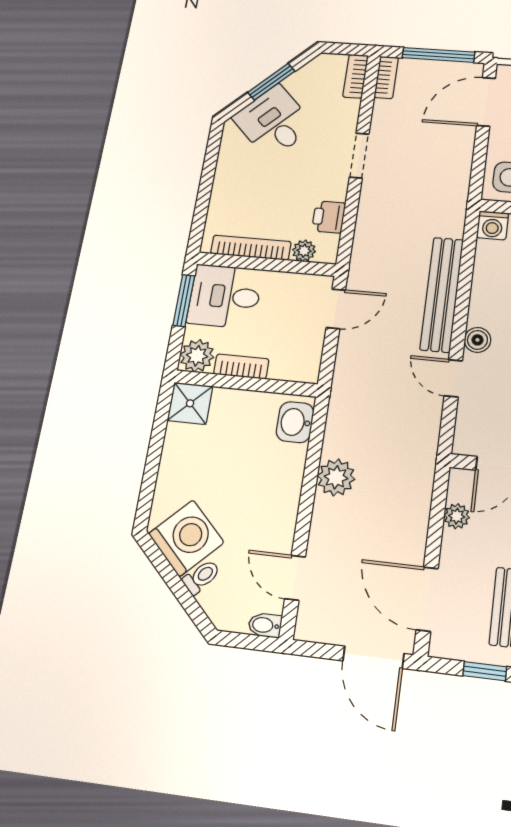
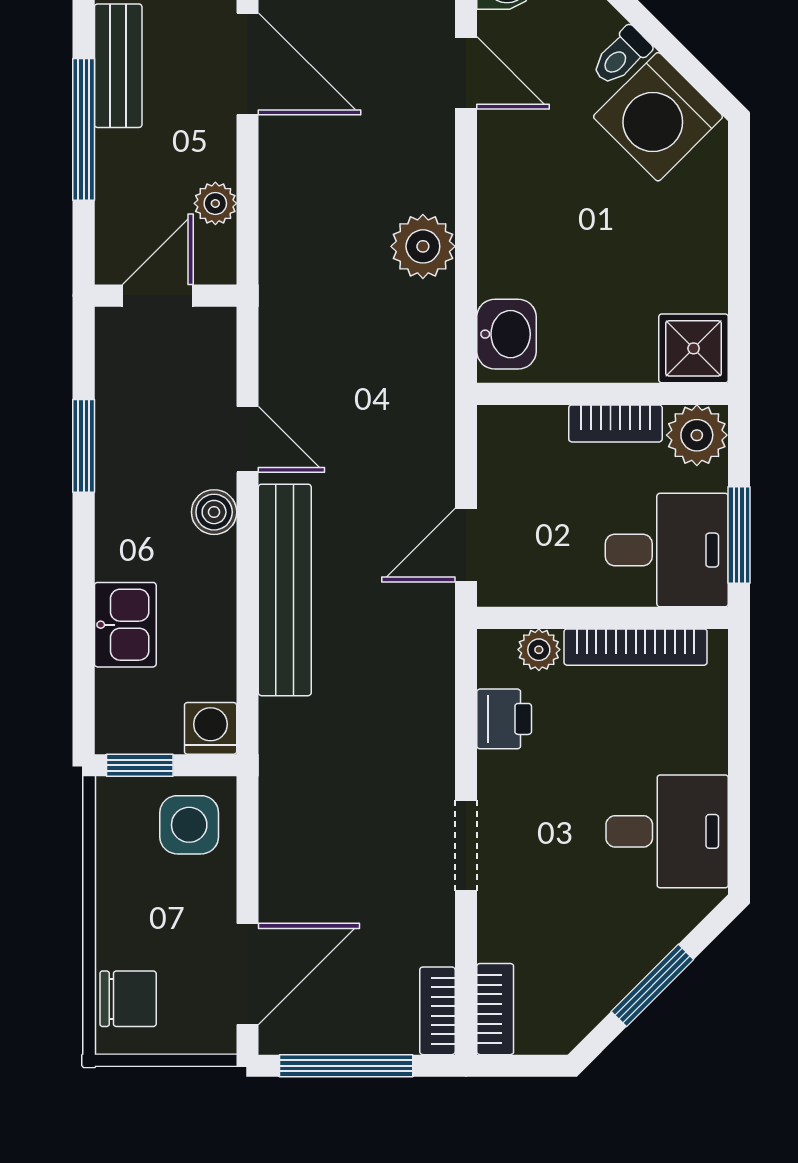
desk: (274, 122) -> (667, 831), moved, turned -45

